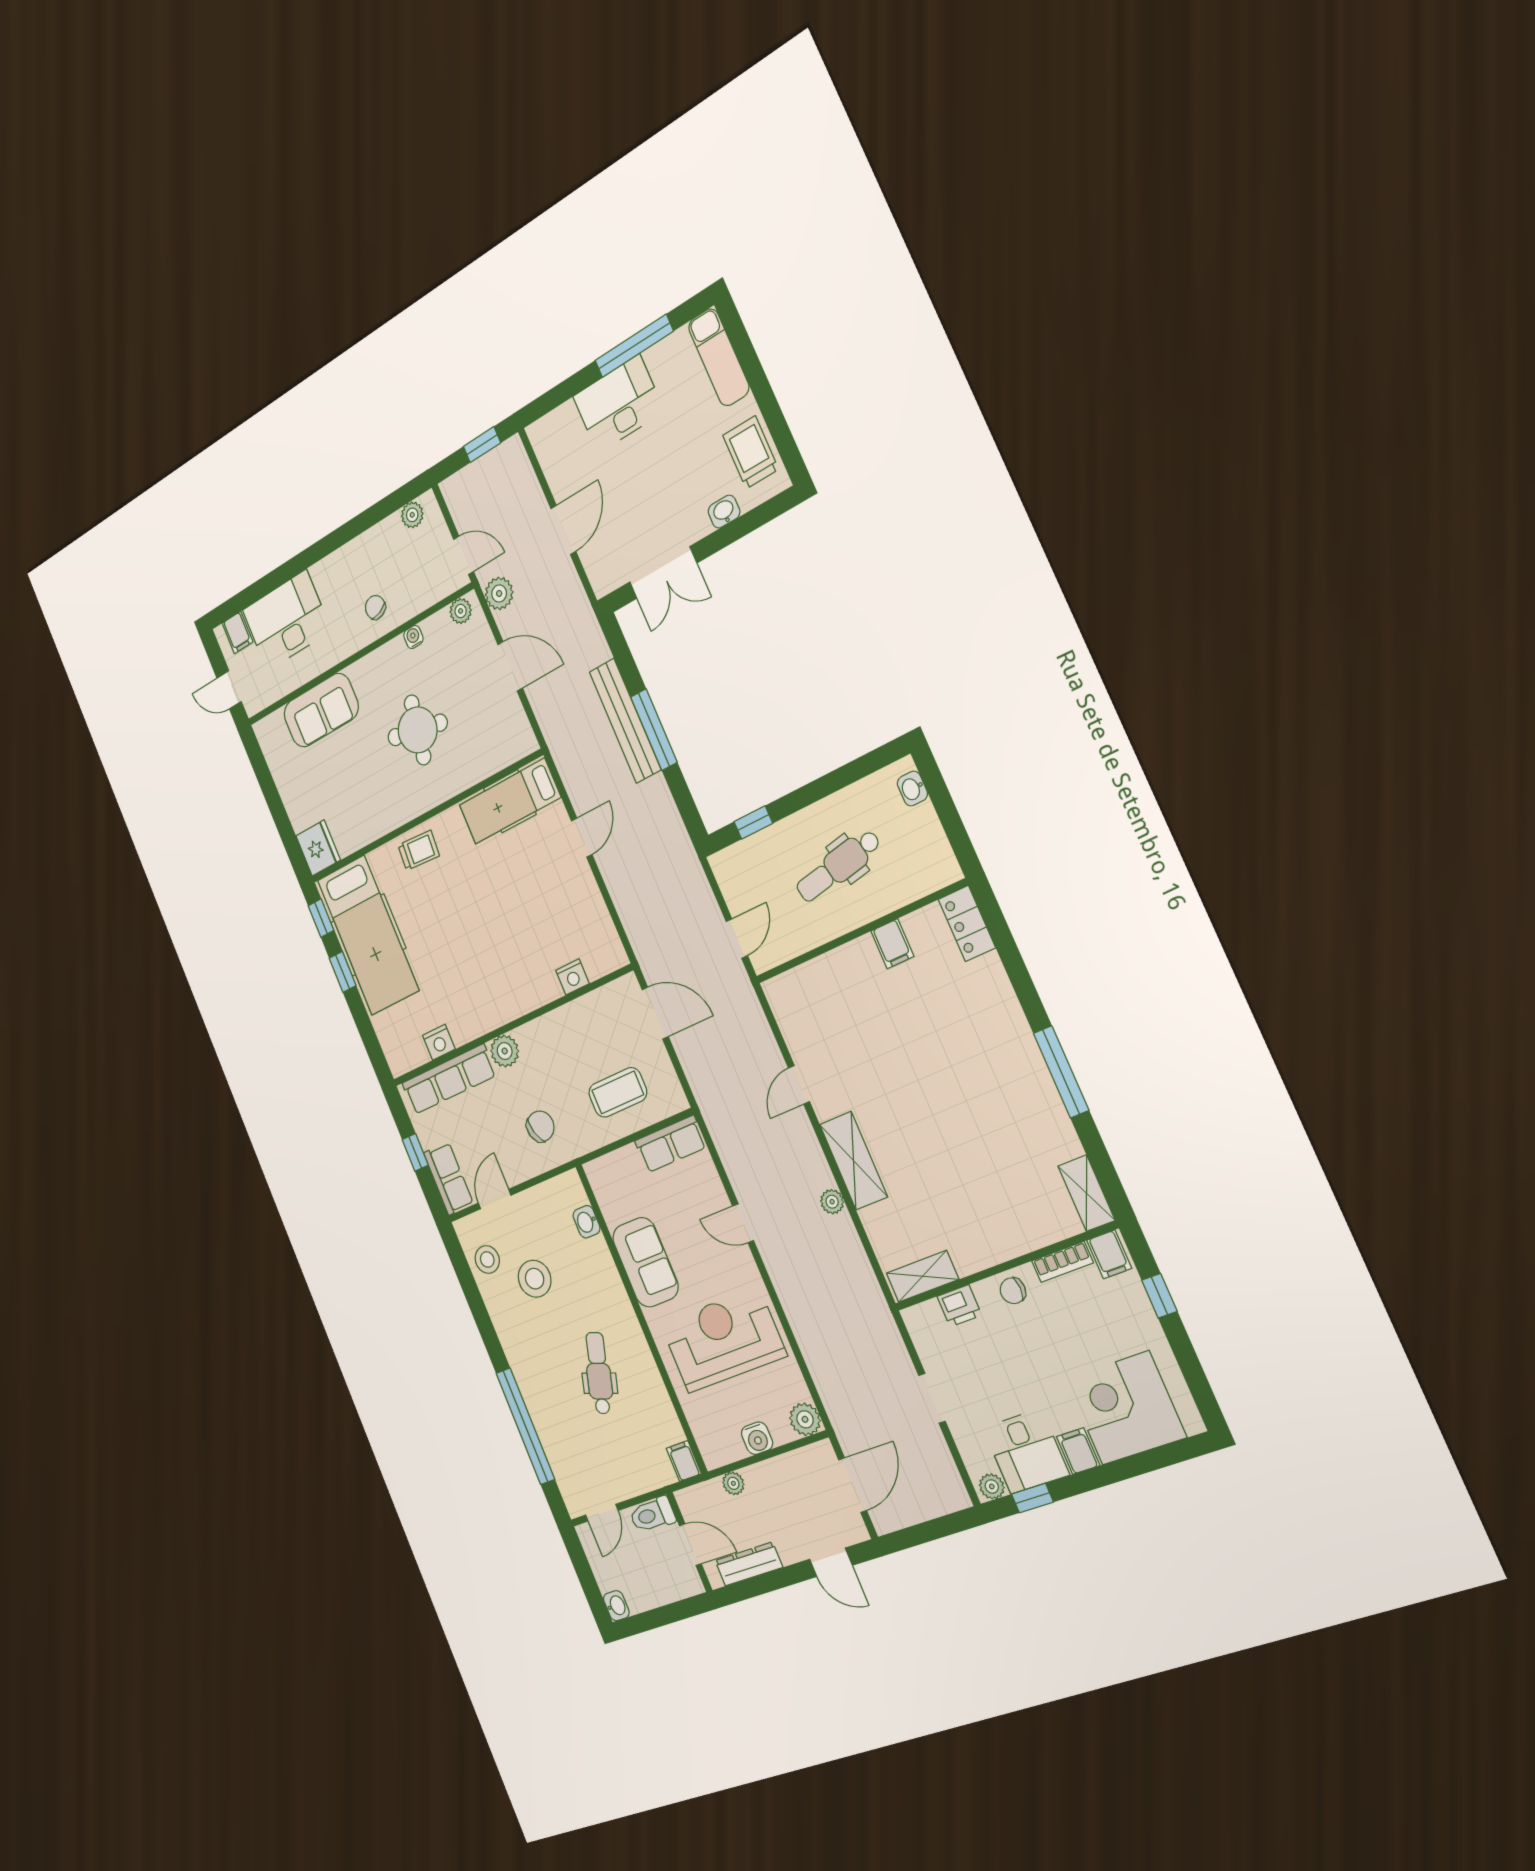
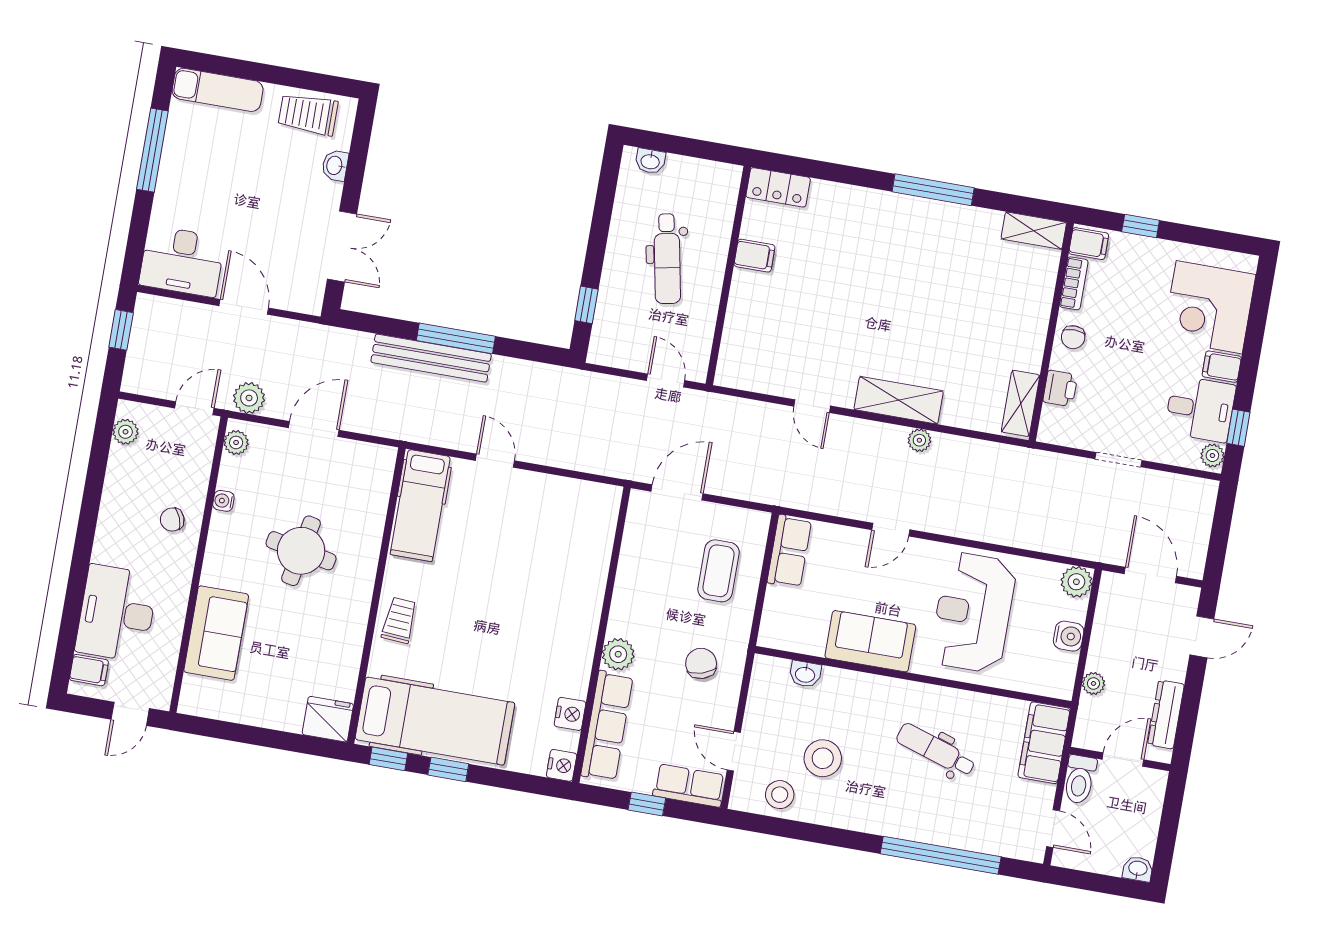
desk: (618, 404) -> (182, 261), moved, turned -90
nightstand: (572, 977) -> (562, 765), moved
filing cabinet: (684, 1461) -> (1044, 743), width x3.00, depth x1.17

